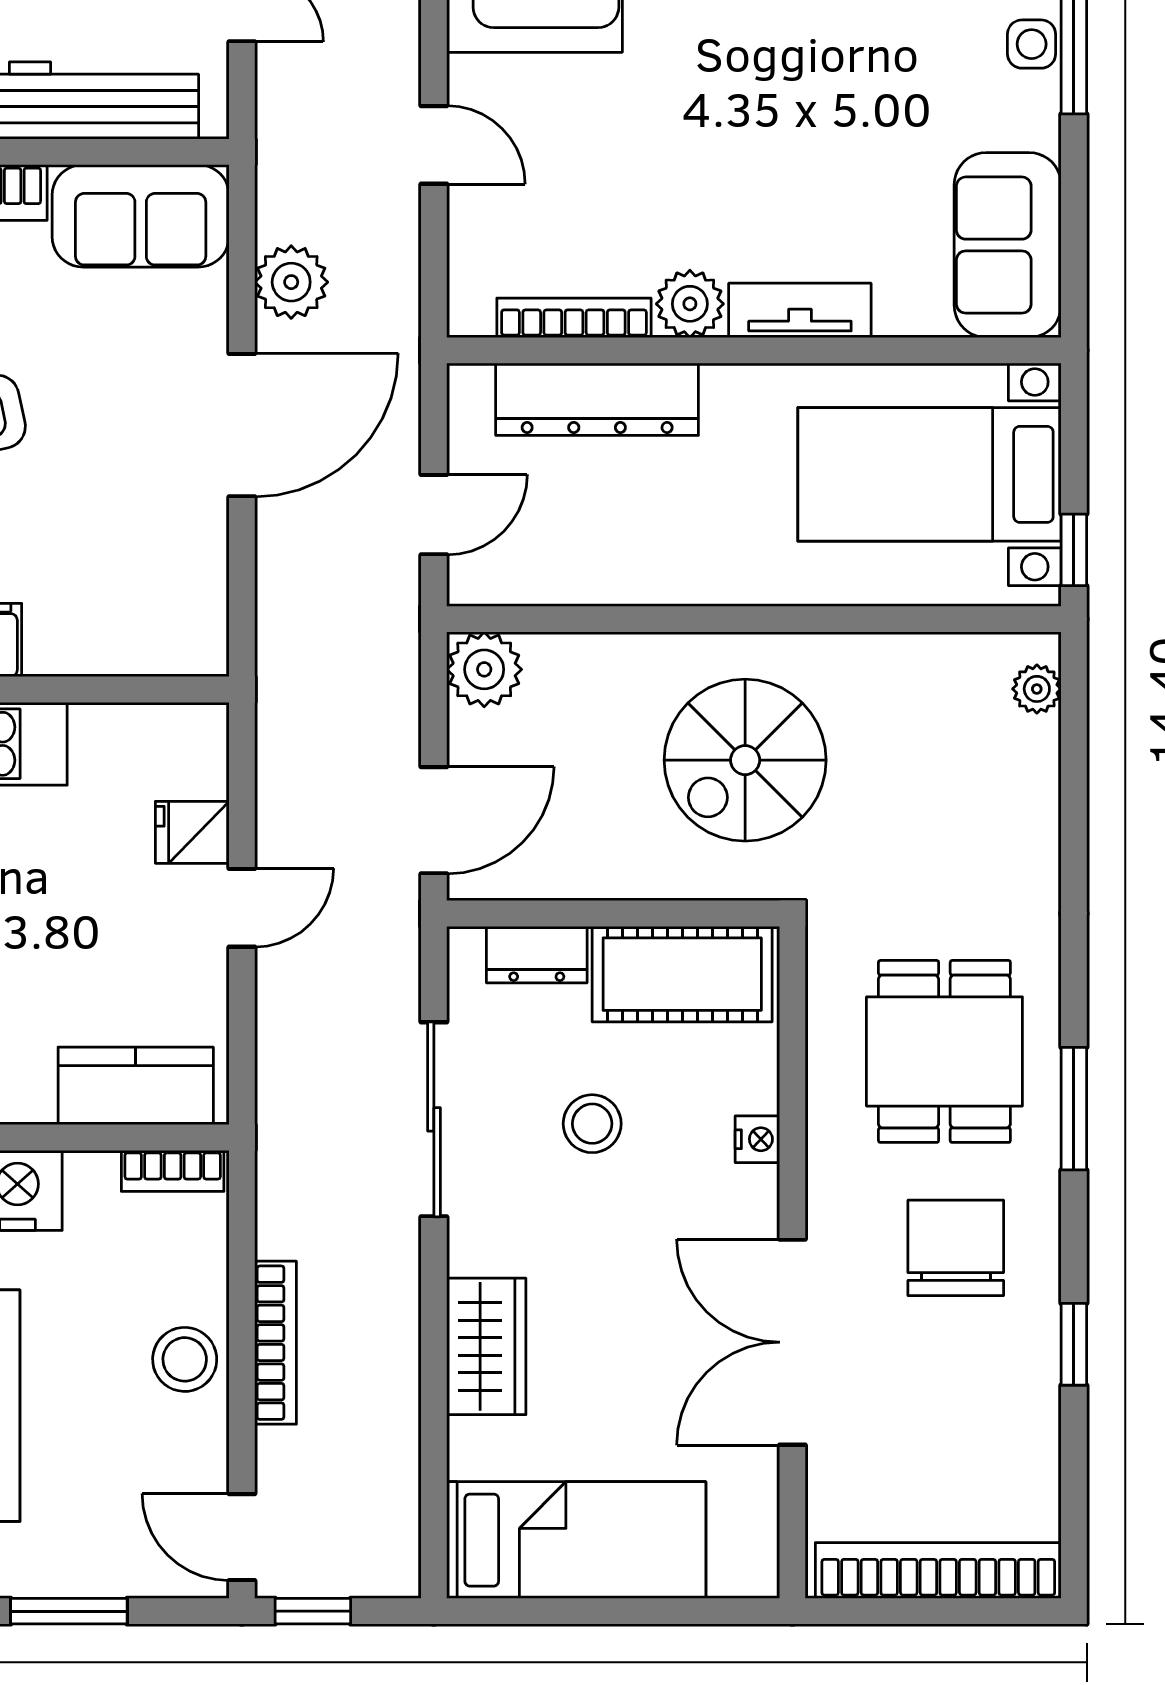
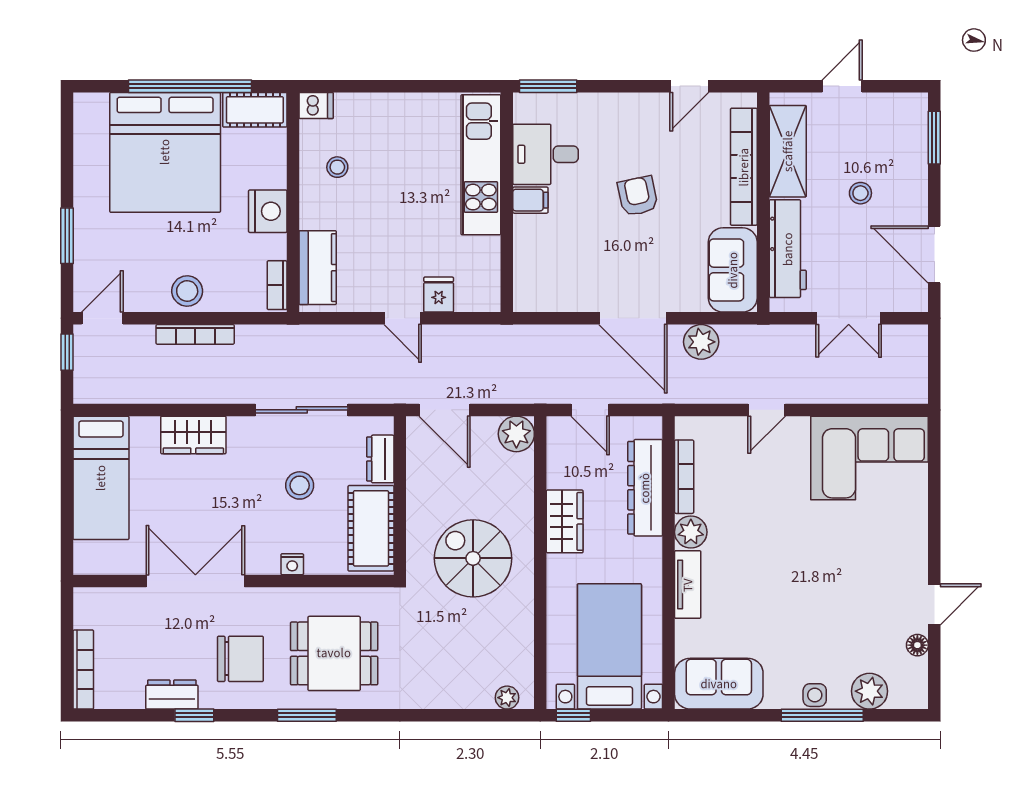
wardrobe: (668, 568) -> (565, 521), added
dresser: (1030, 1391) -> (172, 694), added
bookcase: (938, 1570) -> (83, 670), width x0.68, depth x0.76

